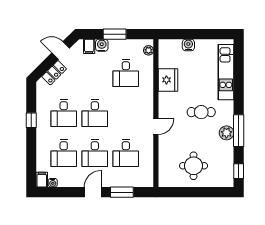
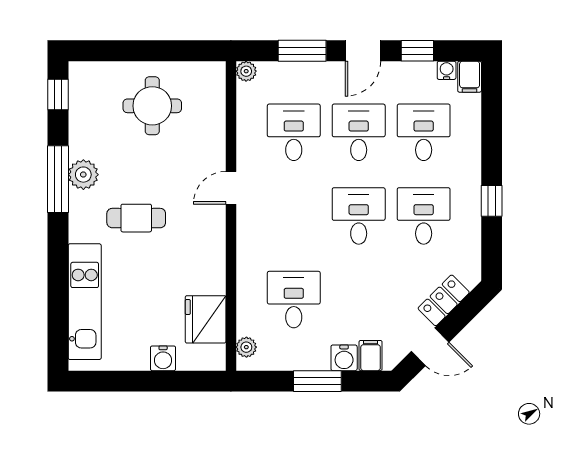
fridge: (168, 80) -> (206, 319), moved
plant: (149, 182) -> (246, 71), added
window: (67, 192) -> (417, 51), added

